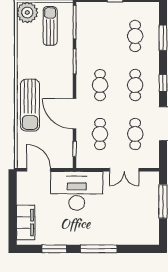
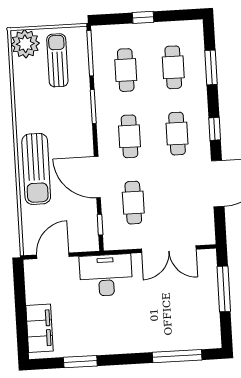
cafe table: (135, 134) -> (126, 70), moved
door: (39, 170) -> (53, 256), hinge flipped
double door: (124, 170) -> (169, 249), width x1.37
desk: (77, 191) -> (106, 275), width x0.73, depth x0.77
window: (99, 249) -> (177, 356), moved

